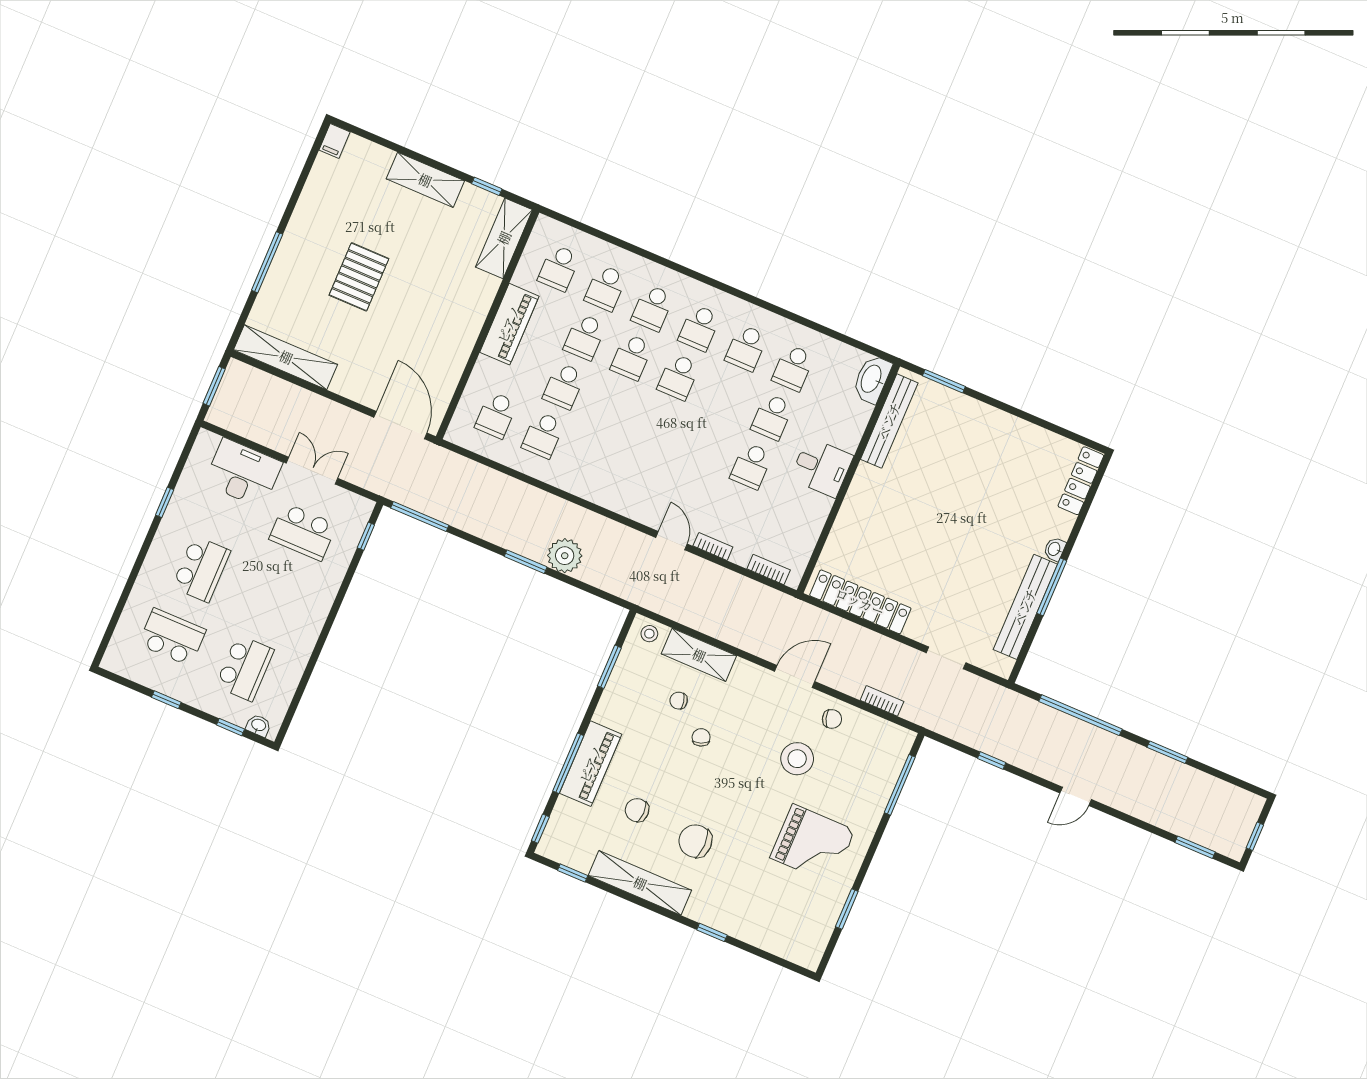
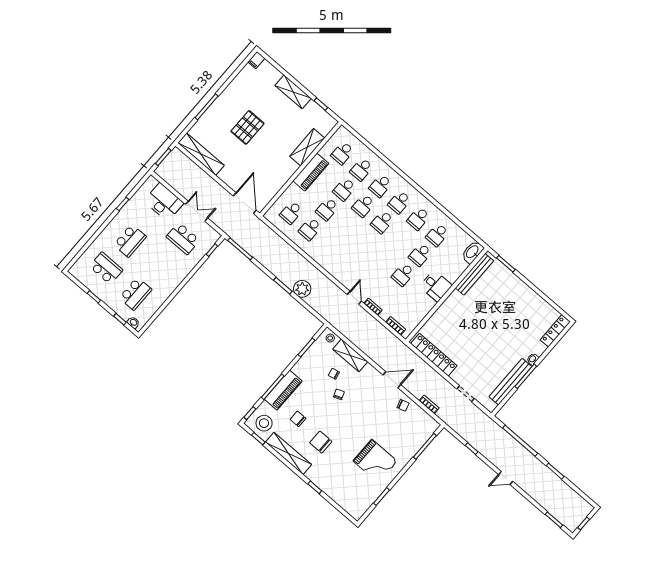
shelving: (504, 238) -> (307, 147), moved
stool: (797, 759) -> (264, 423), moved

